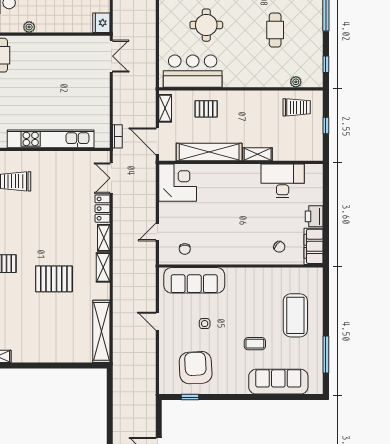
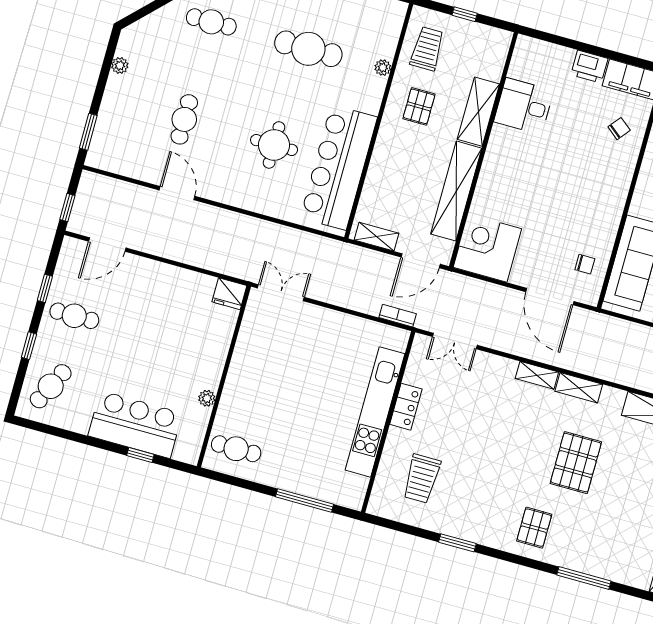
cafe table: (275, 30) -> (308, 49), width x1.37, depth x1.35
bar counter: (193, 71) -> (339, 167), width x1.36
plant: (296, 82) -> (383, 68), moved
pallet: (206, 109) -> (419, 106), moved
shelving: (258, 154) -> (478, 112), width x1.50, depth x1.33
desk: (283, 181) -> (524, 106), width x0.73
locker: (102, 209) -> (406, 407), moved, turned -90
door: (157, 232) -> (550, 297), width x1.87

